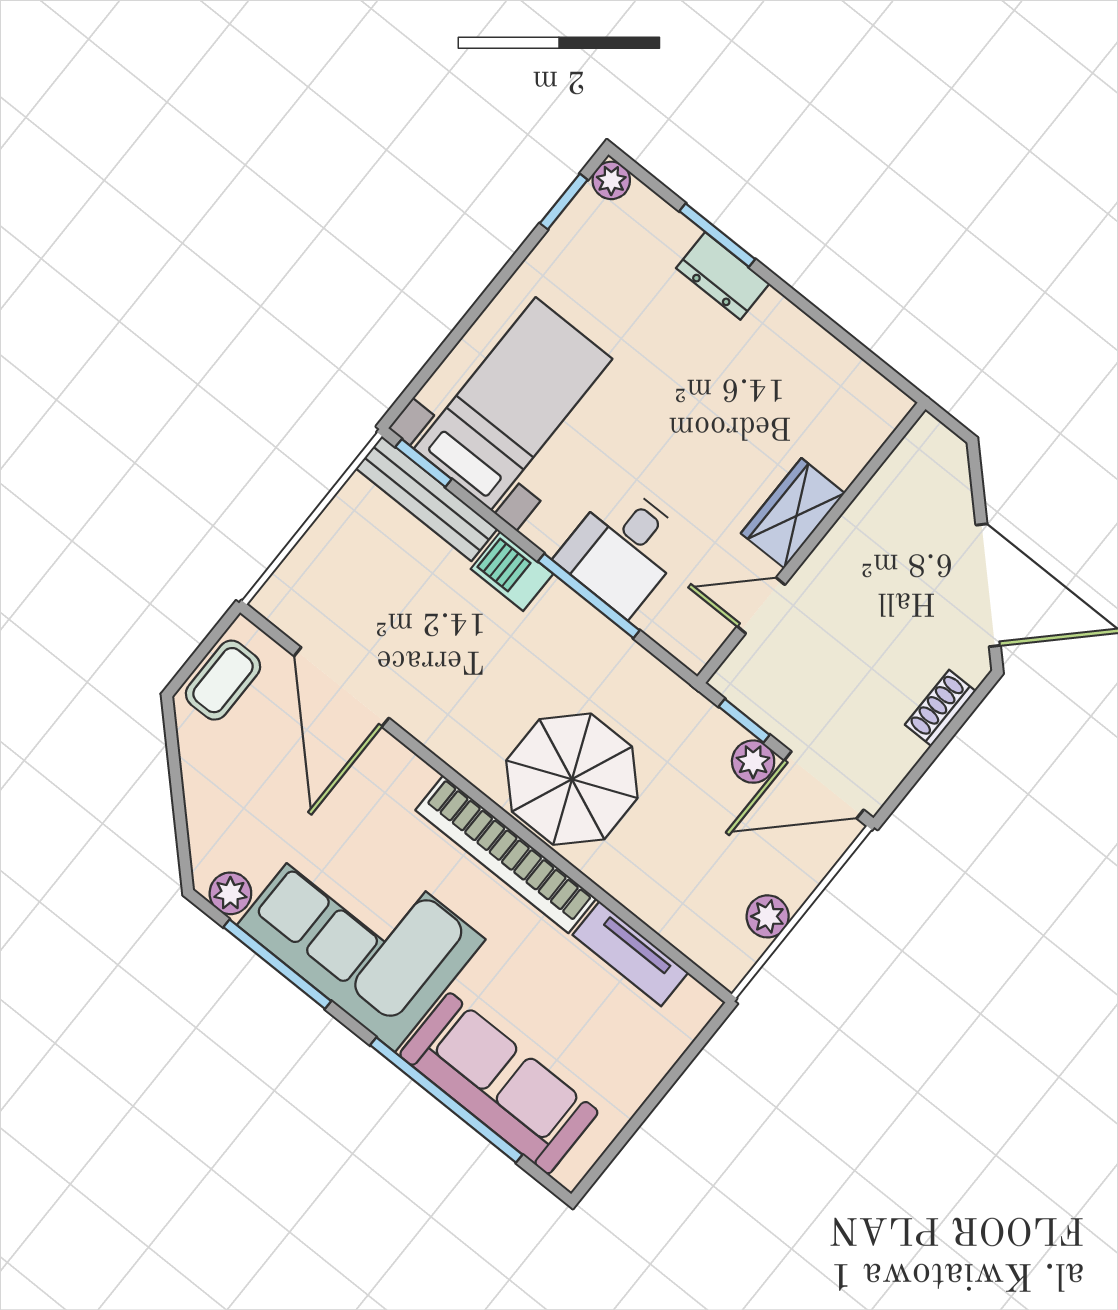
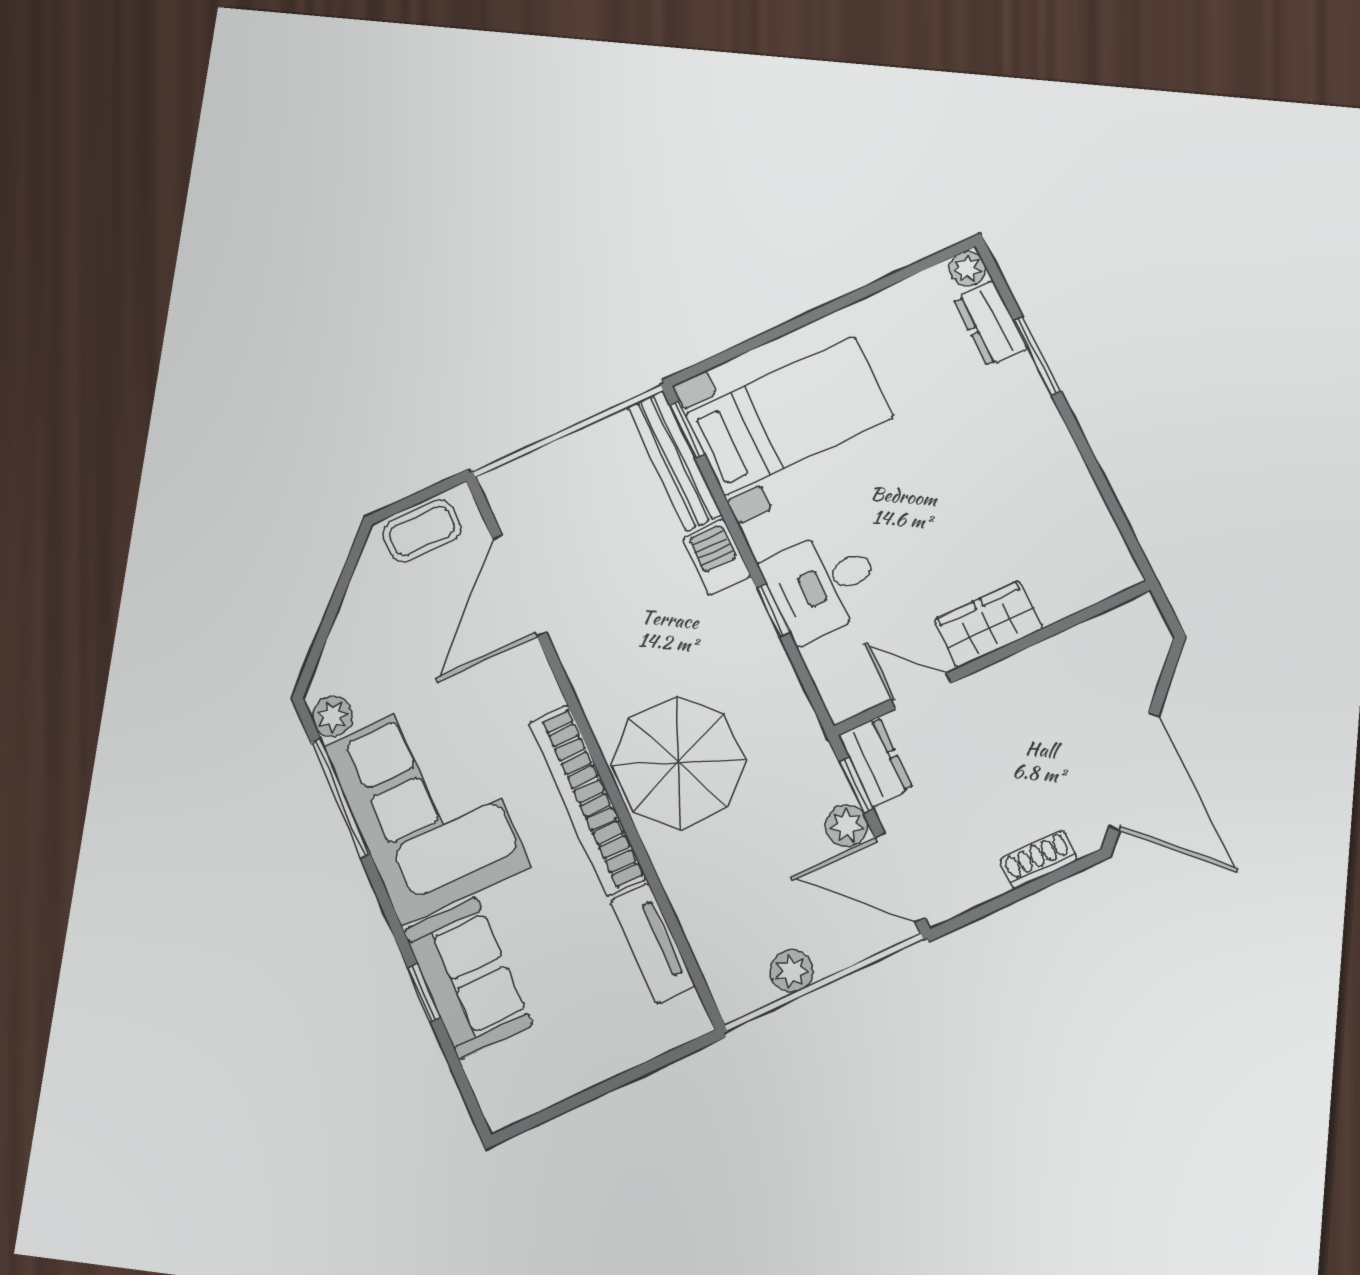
window: (564, 202) -> (918, 267), removed
dresser: (723, 276) -> (990, 323), moved
window: (589, 596) -> (773, 610), width x0.46
dresser: (751, 691) -> (876, 762), added
sofa: (499, 1083) -> (468, 978), width x0.73
window: (446, 1100) -> (424, 993), width x0.32

